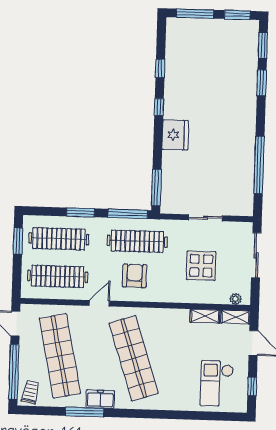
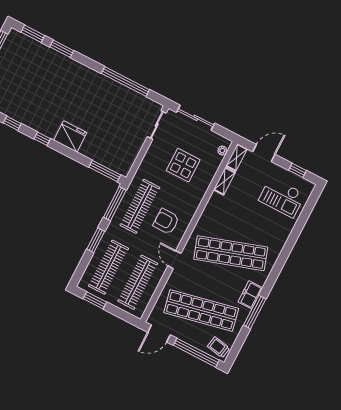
sliding door: (205, 218) -> (157, 125), moved

